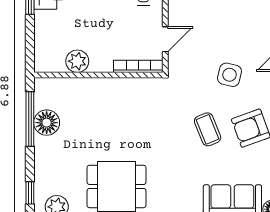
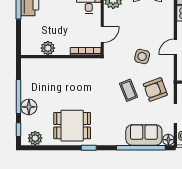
window: (30, 119) -> (18, 96), moved
floor lamp: (47, 123) -> (29, 107), moved

